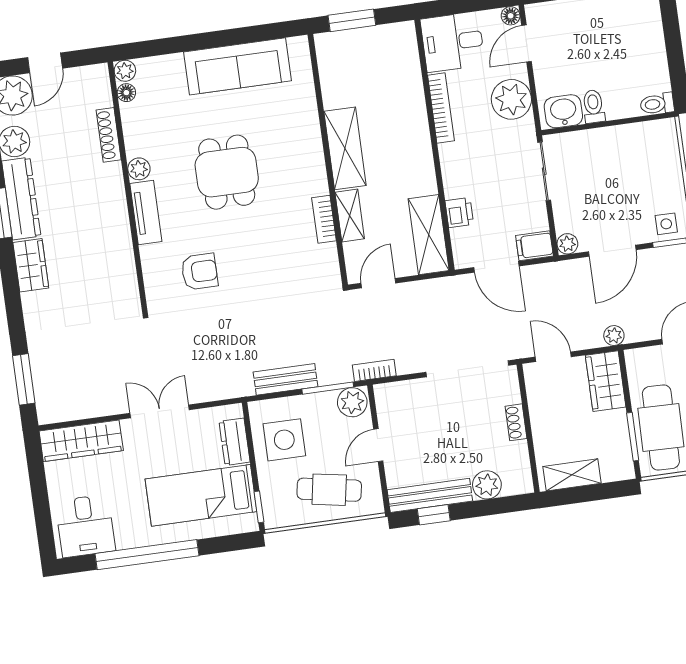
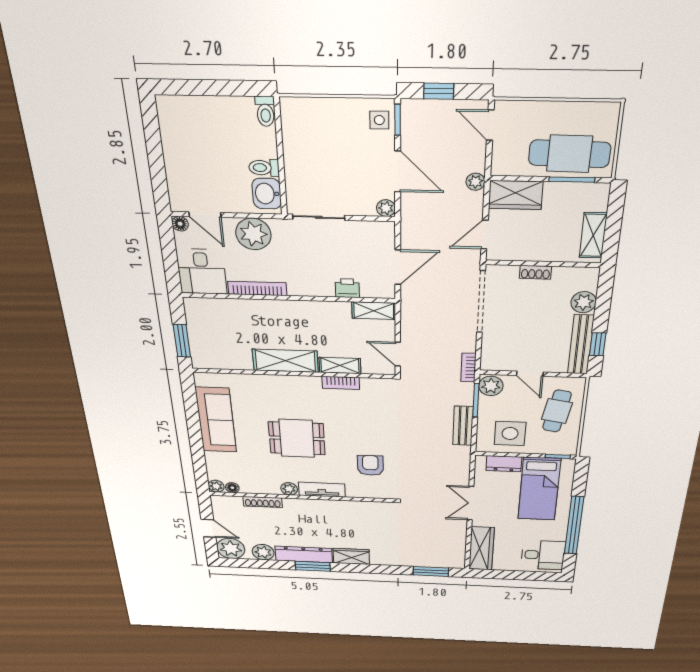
shelving: (429, 235) -> (374, 311), width x0.67, depth x0.75
filing cabinet: (534, 246) -> (384, 235), removed

